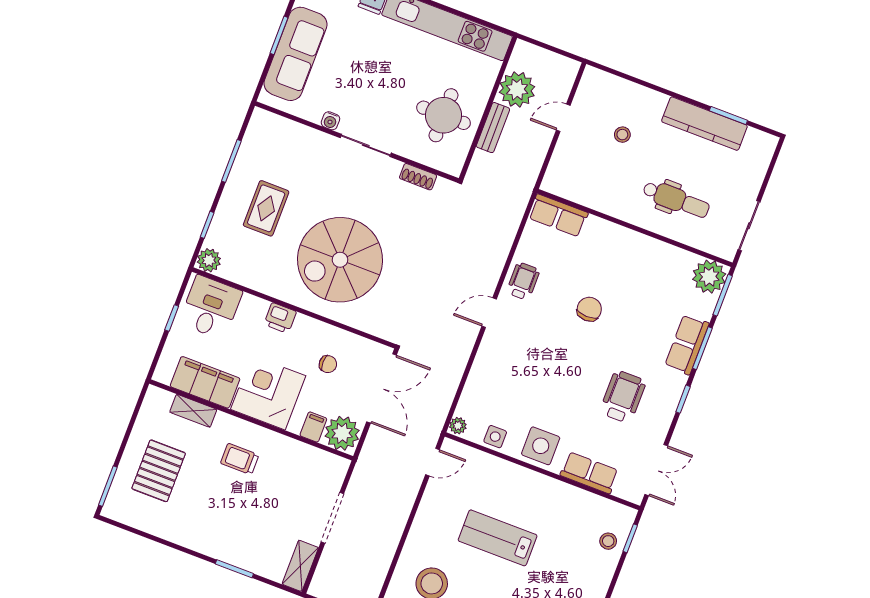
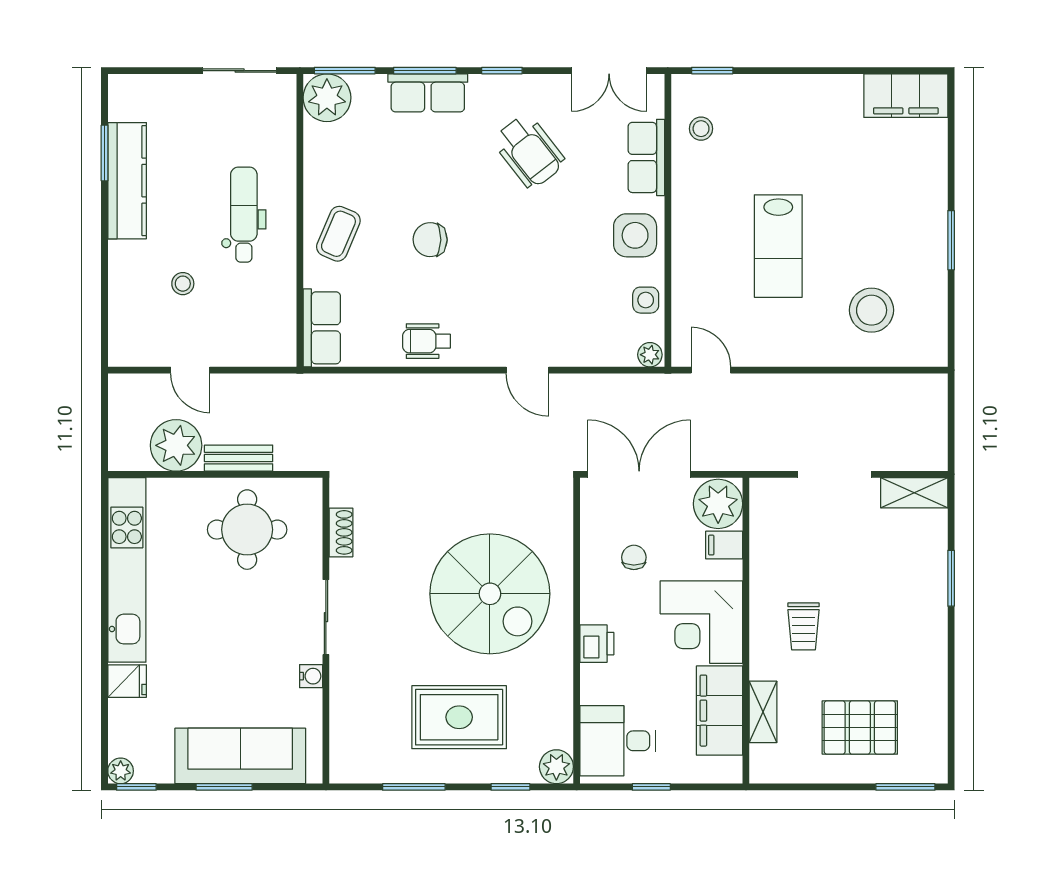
dental chair: (676, 200) -> (244, 215), moved
rug: (266, 208) -> (459, 717), width x1.36, depth x1.43
coffee table: (616, 250) -> (338, 234), added
door: (489, 313) -> (527, 370), moved
wheelchair: (623, 397) -> (529, 151), turned -128
double door: (656, 470) -> (609, 71), swing flipped
stool: (608, 541) -> (701, 129), moved

